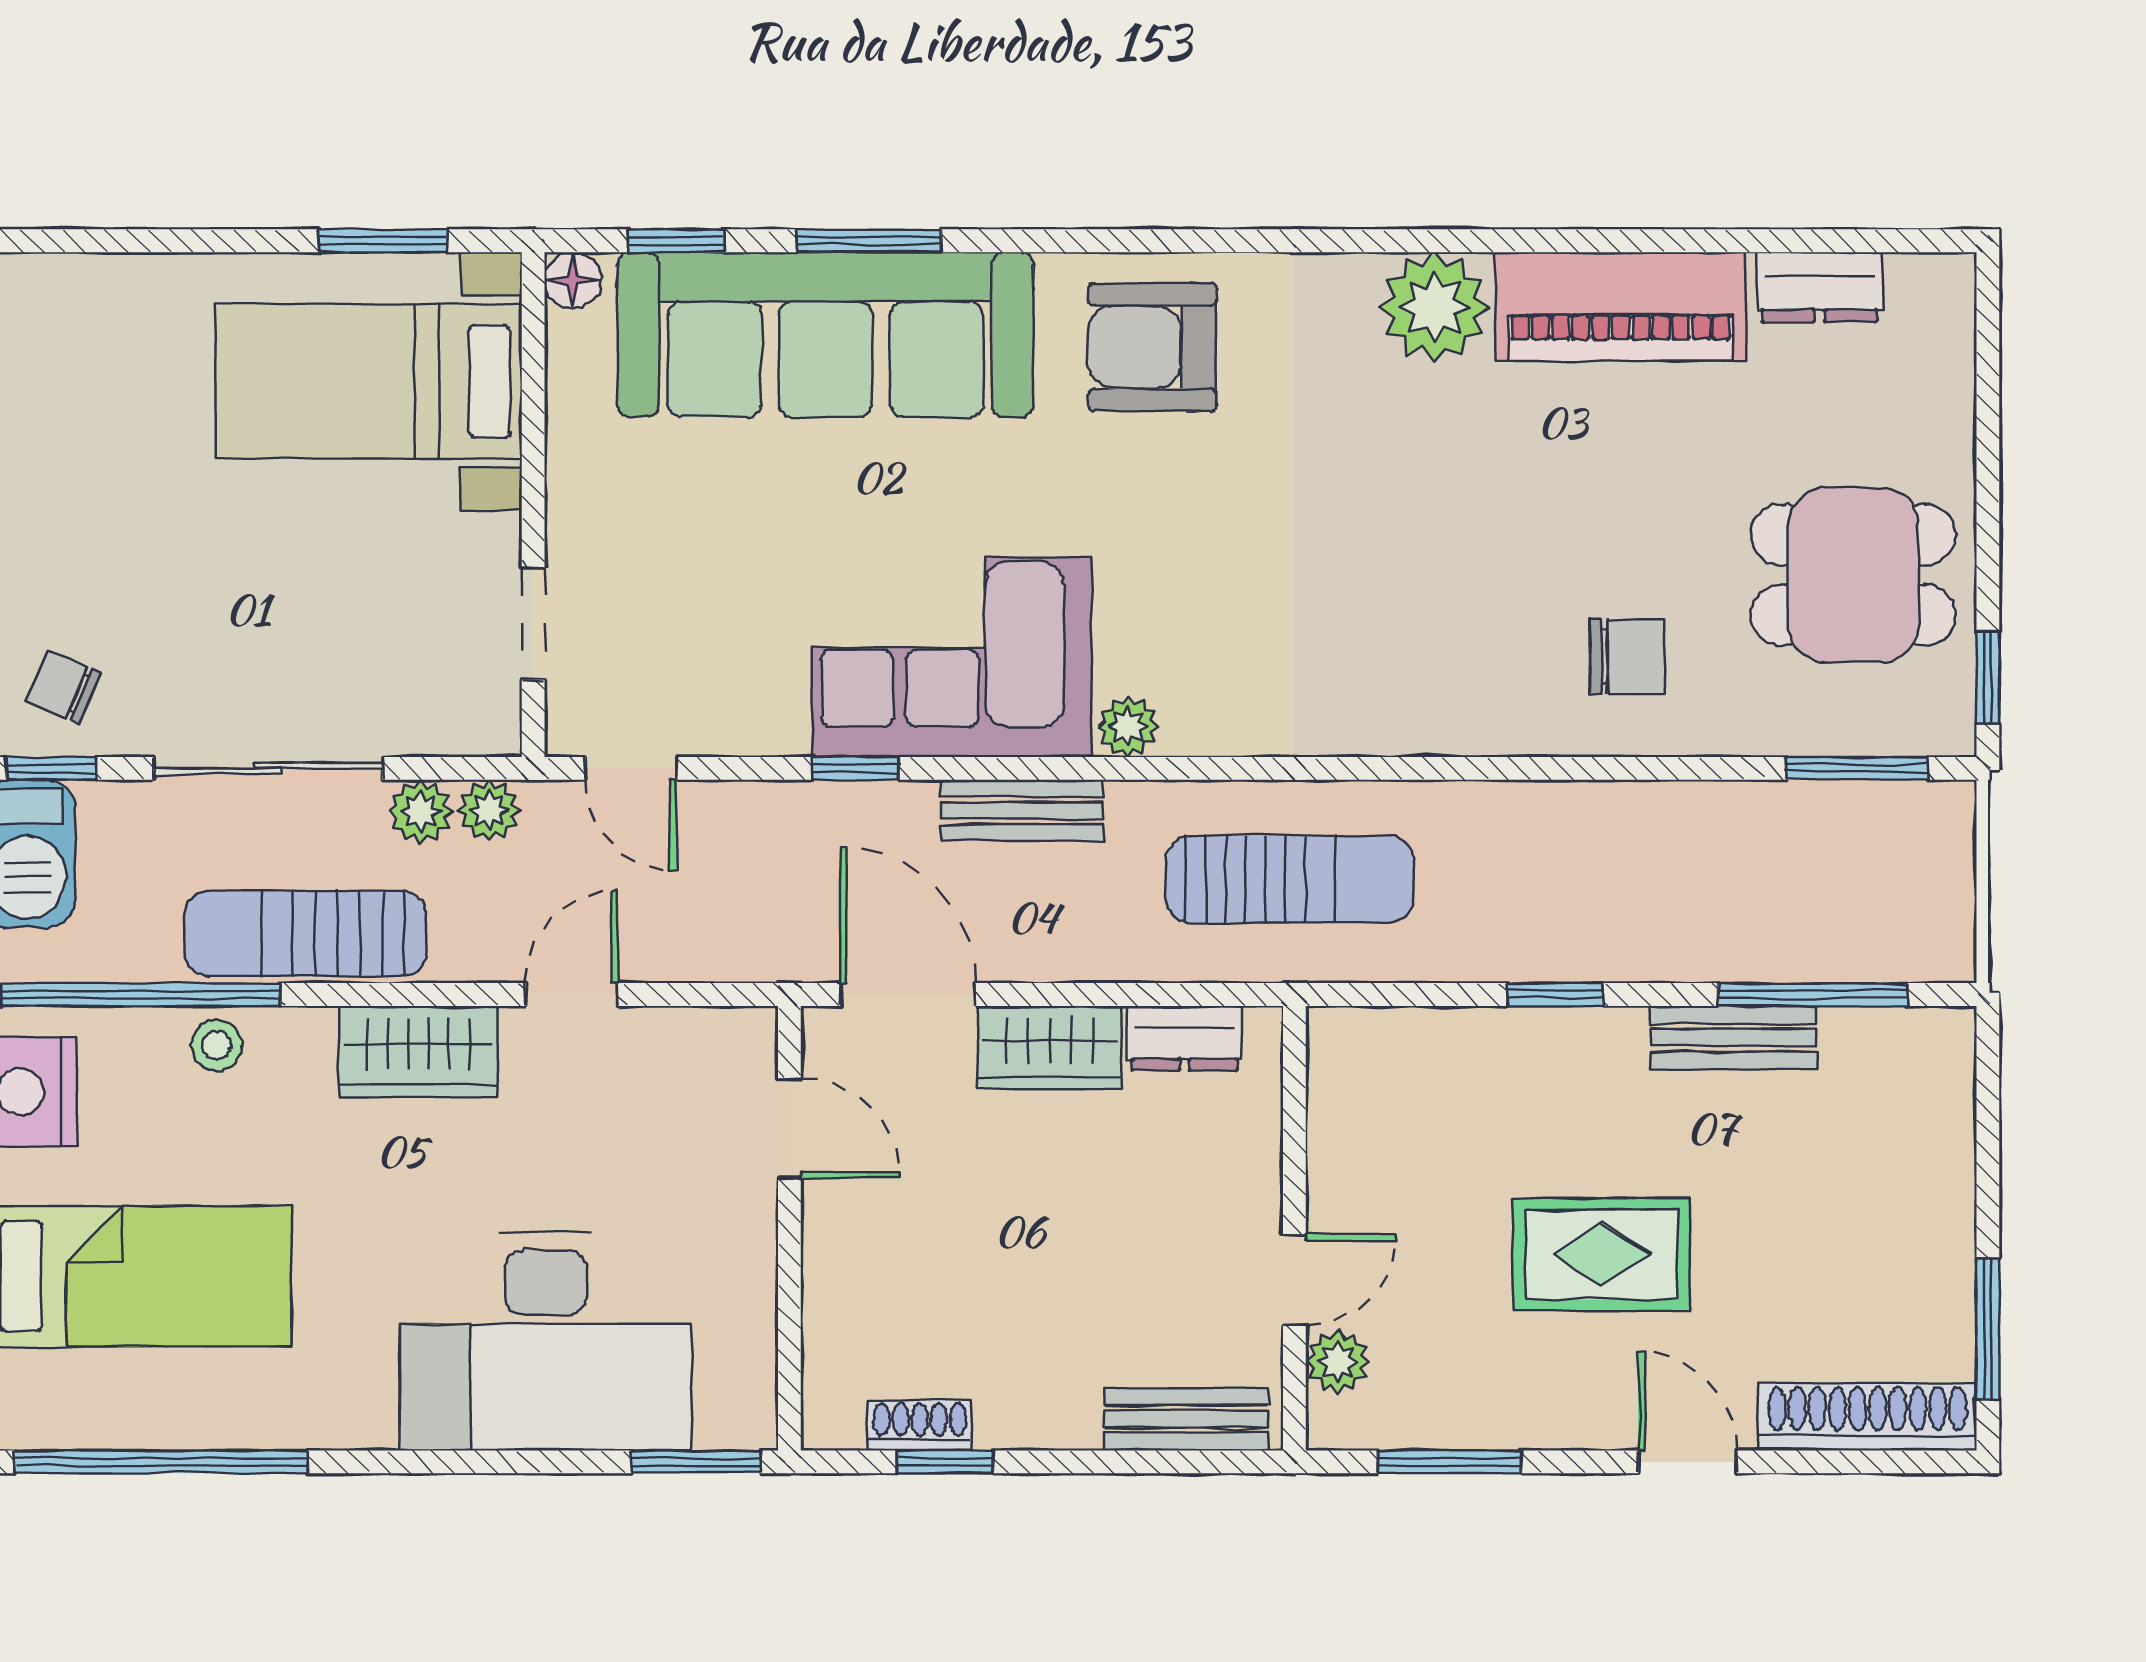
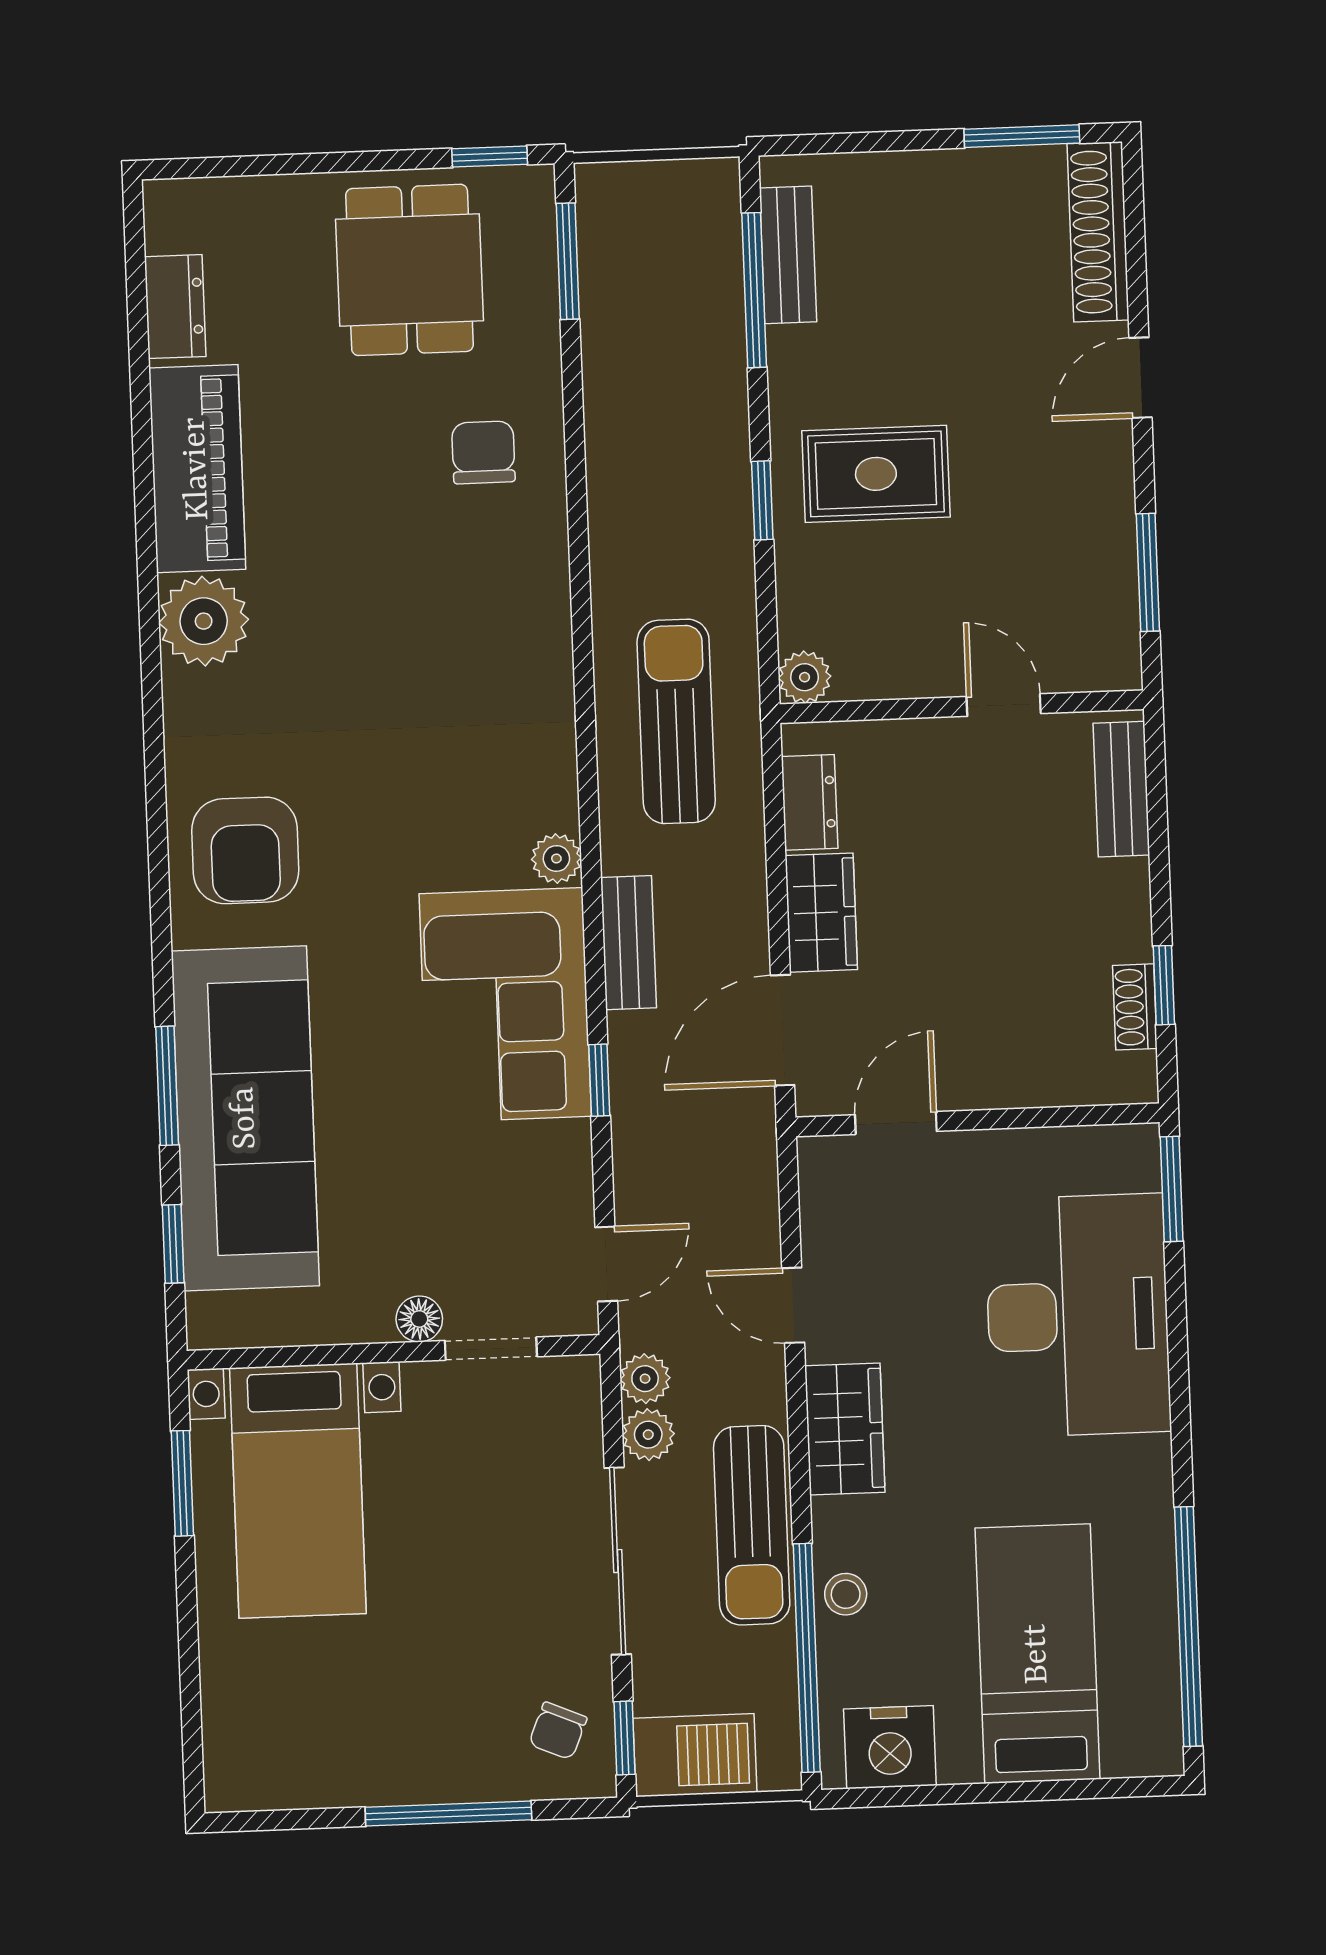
floor lamp: (573, 280) -> (419, 1319), moved
bench: (1734, 1038) -> (788, 255), moved
rug: (1601, 1254) -> (876, 474), moved, turned 90
plant: (1338, 1362) -> (805, 677), moved

